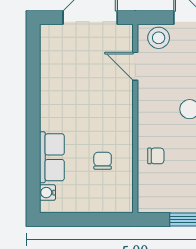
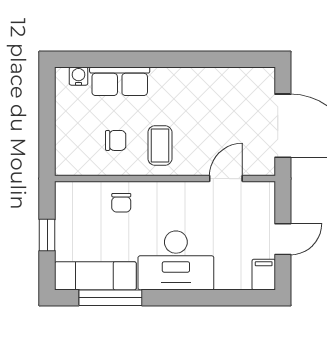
stool: (159, 38) -> (259, 206), removed
coffee table: (107, 123) -> (160, 145), added

